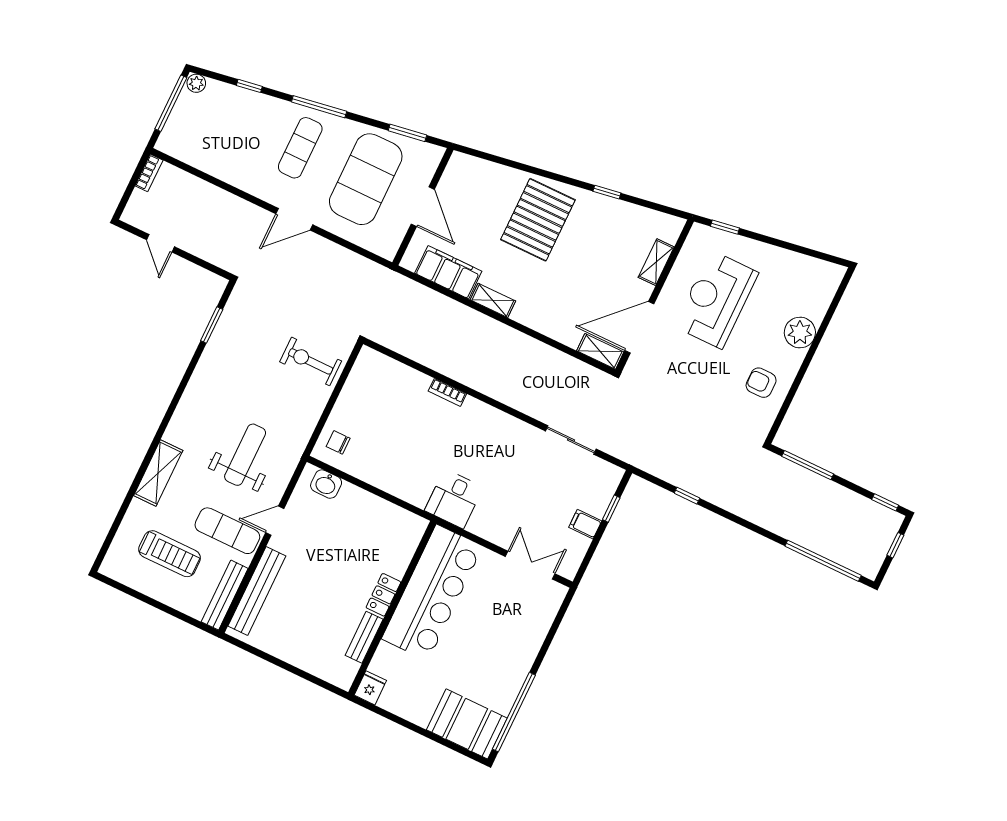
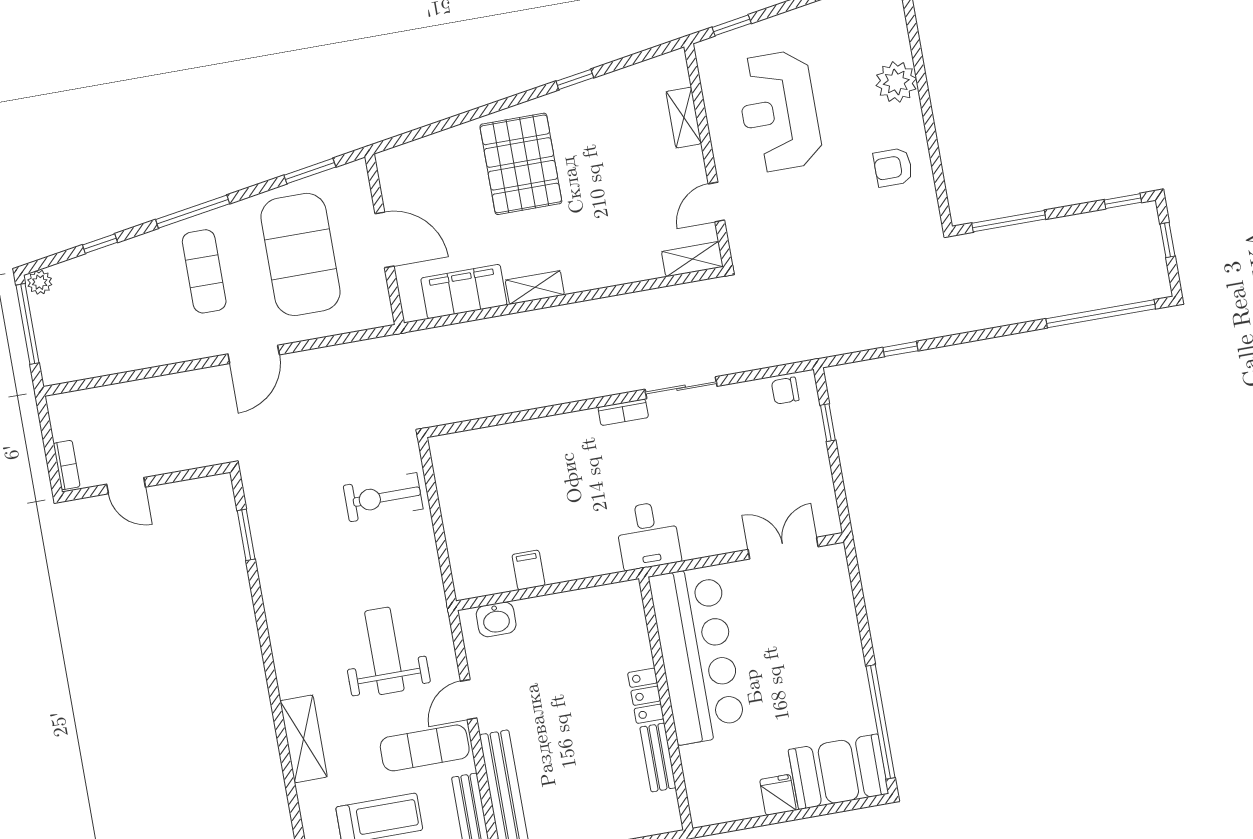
bookcase: (149, 173) -> (67, 465), moved
door: (639, 327) -> (716, 202), width x0.53
bookcase: (447, 392) -> (623, 412), moved
sliding door: (571, 440) -> (681, 388), moved
chair: (338, 442) -> (785, 391), moved
filing cabinet: (585, 524) -> (528, 570), moved, turned 90
fridge: (370, 688) -> (778, 795), moved

